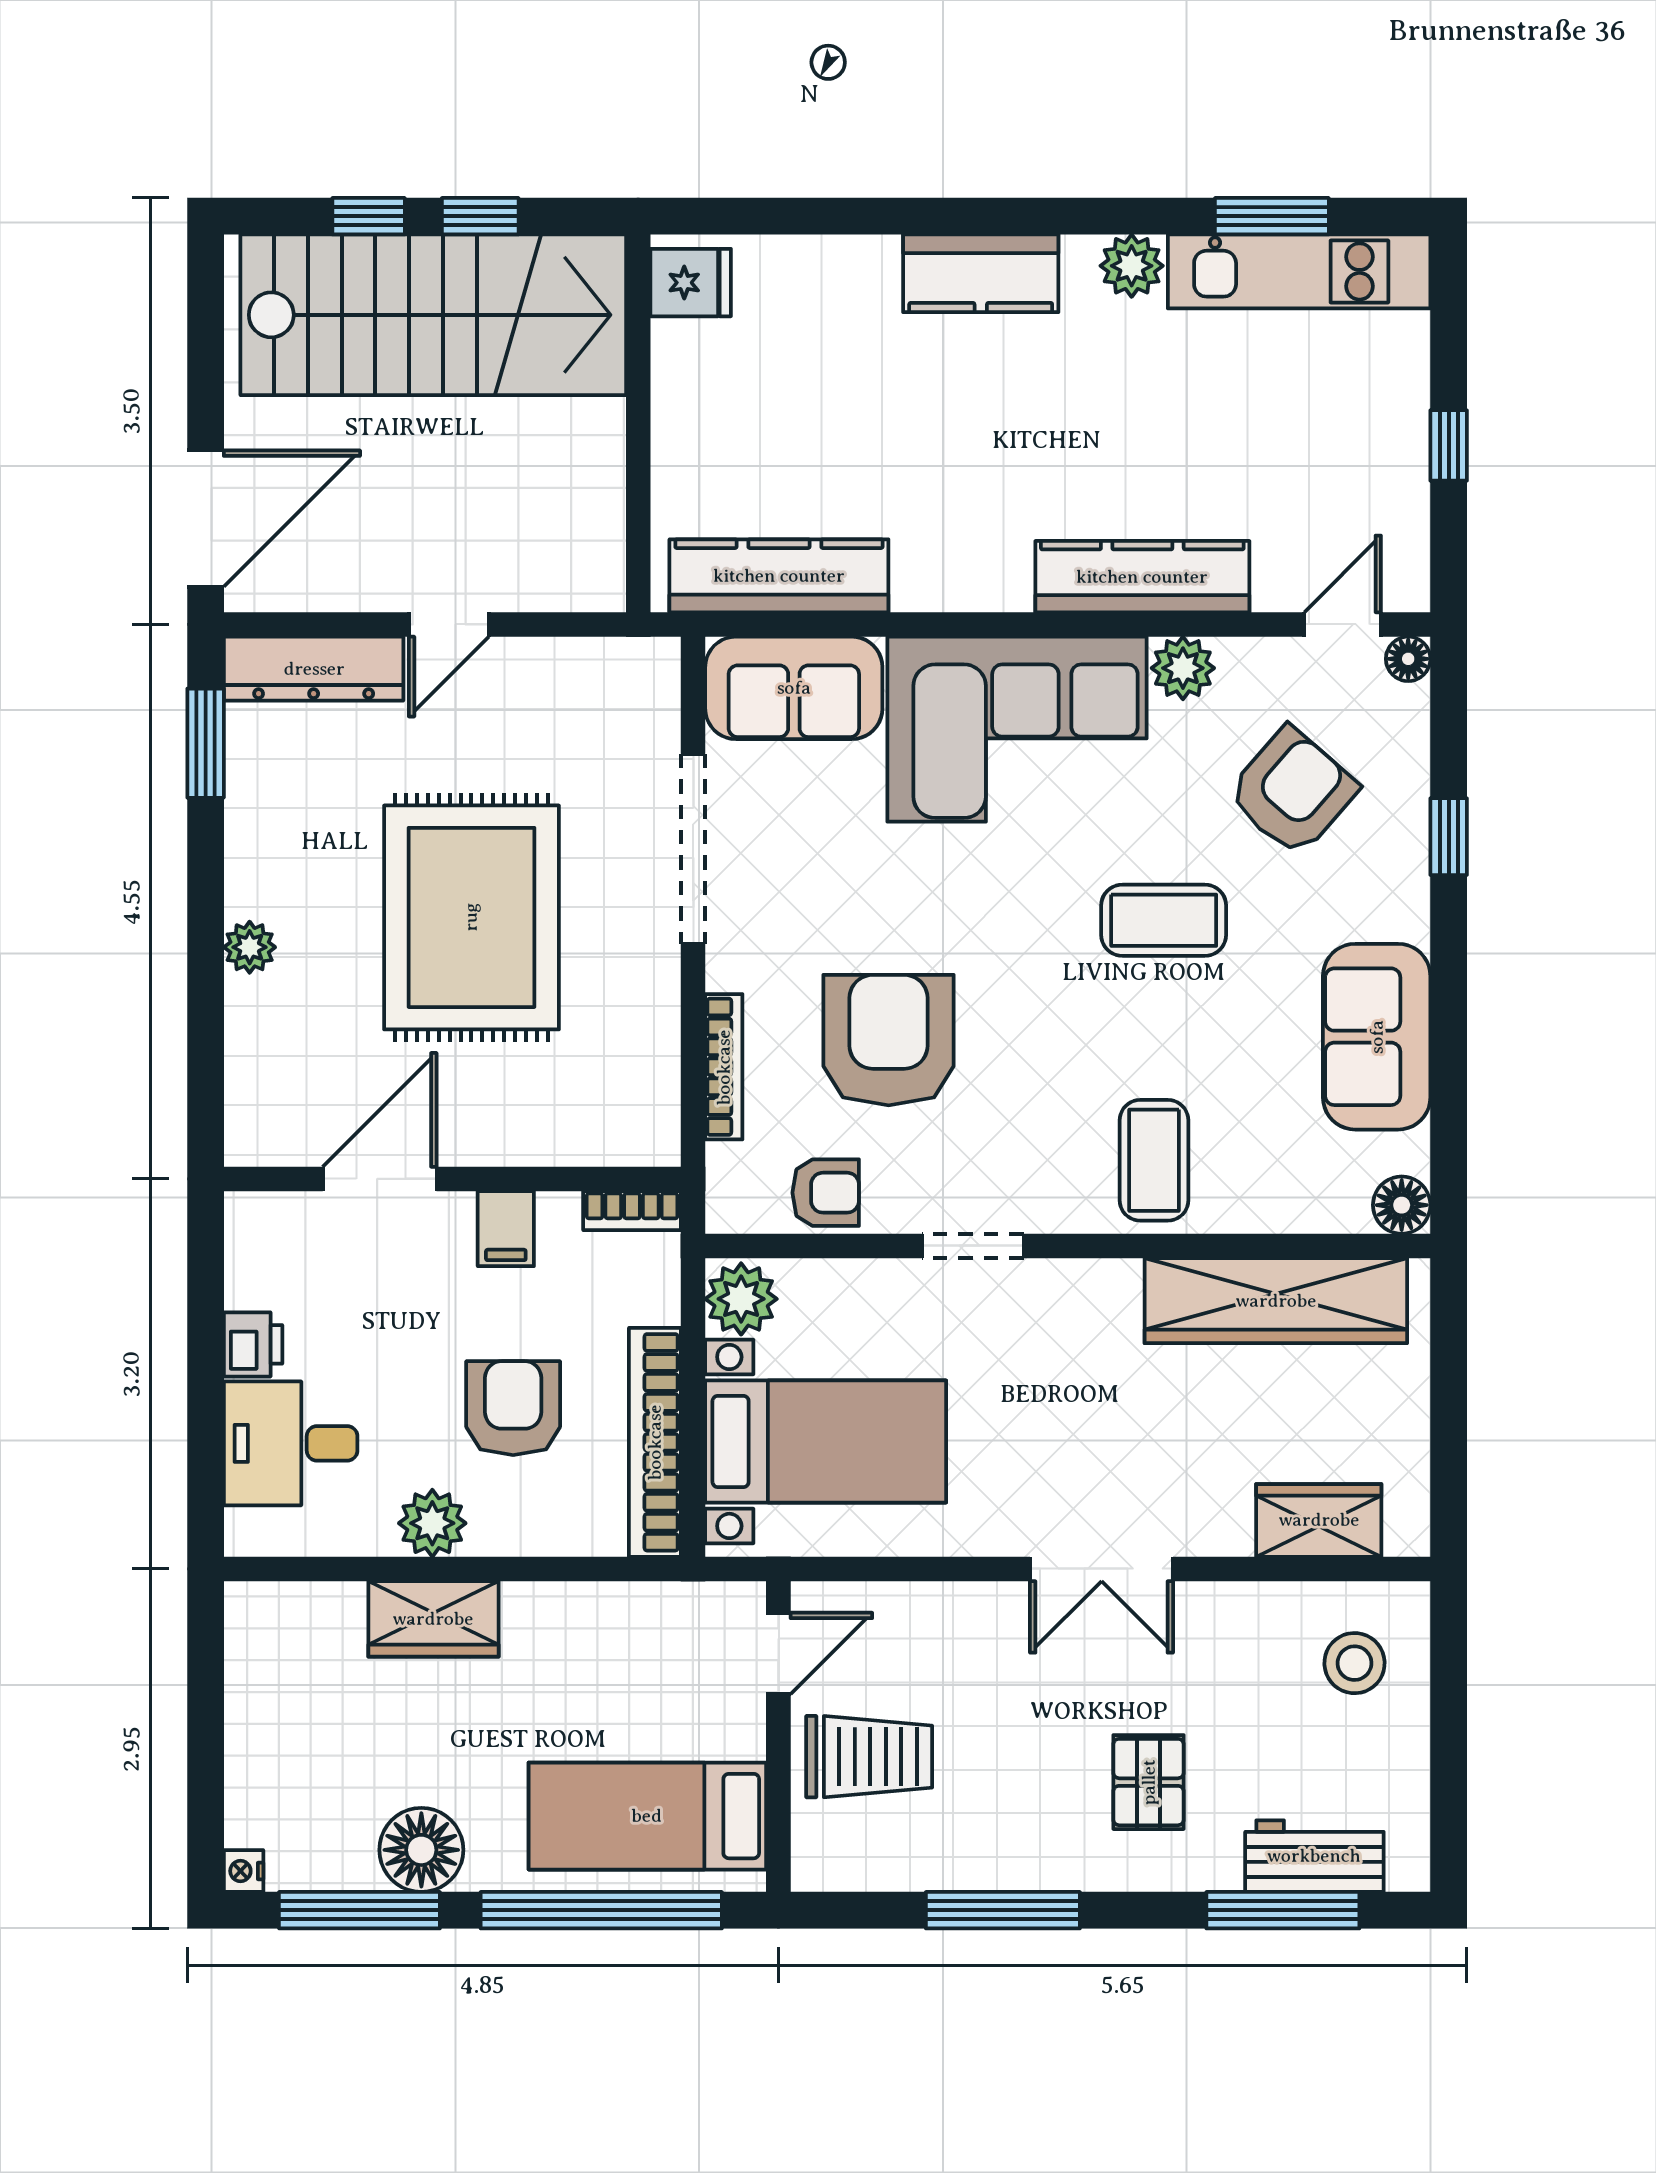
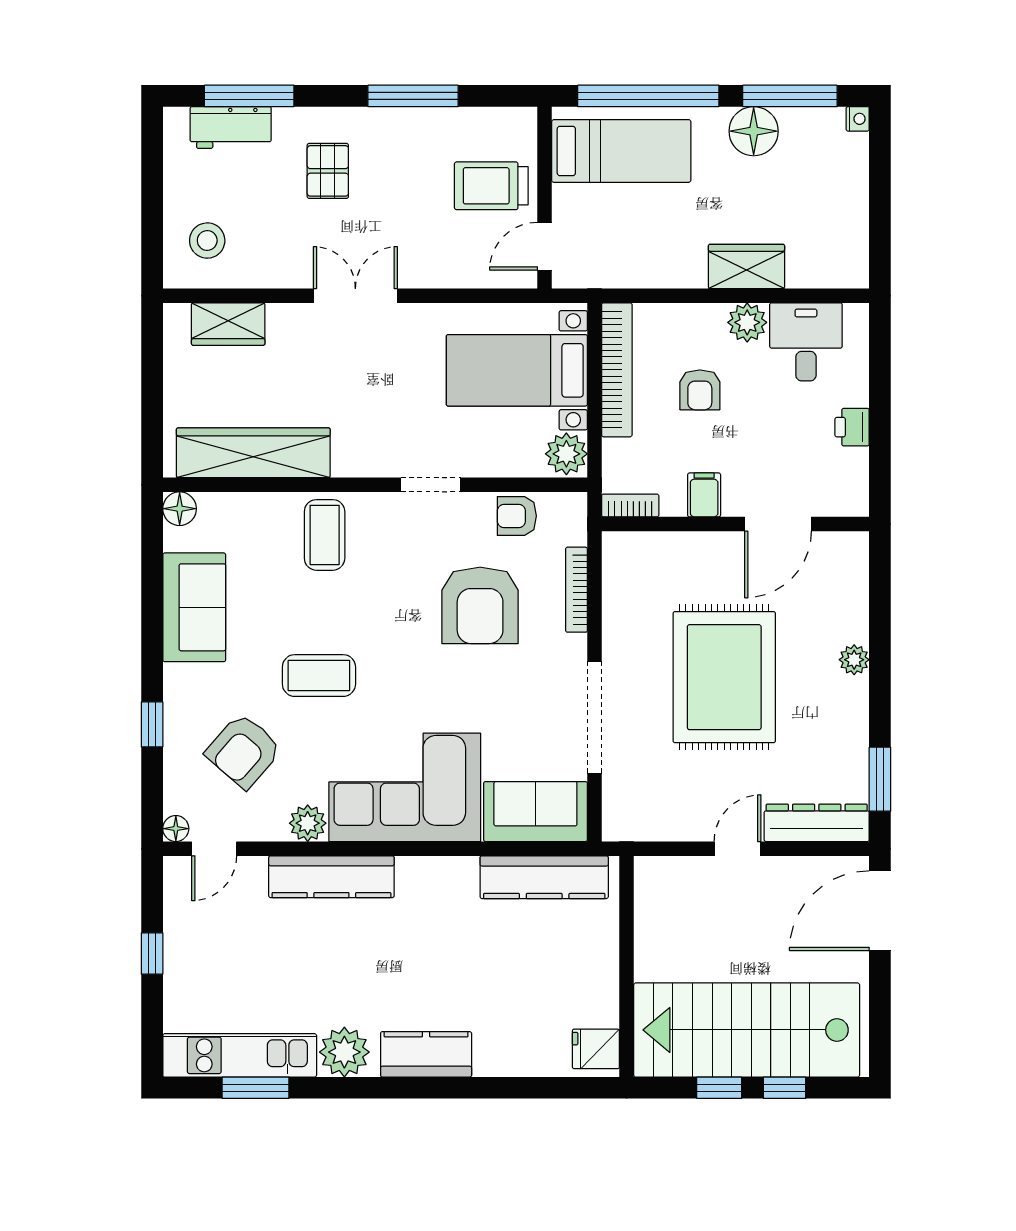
plant: (1132, 266) -> (344, 1052), width x1.36, depth x1.36
armchair: (513, 1408) -> (700, 390), width x0.72, depth x0.72
desk: (291, 1443) -> (806, 342), moved, turned -90

